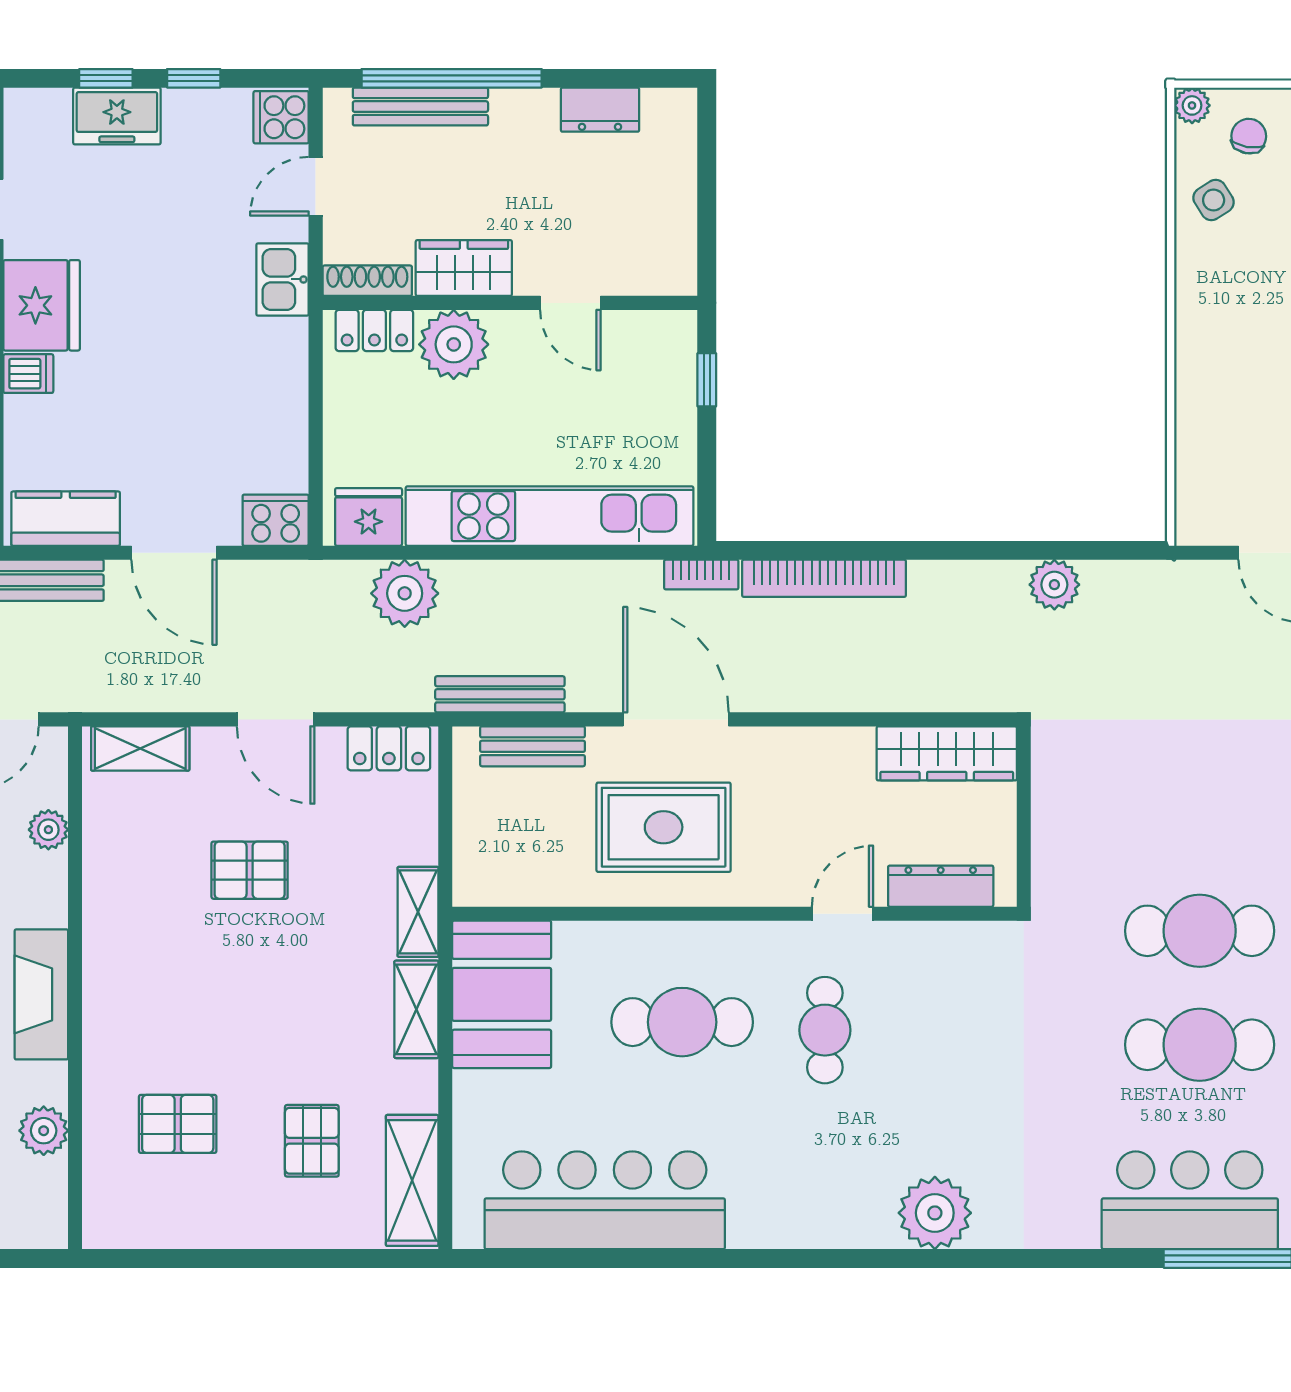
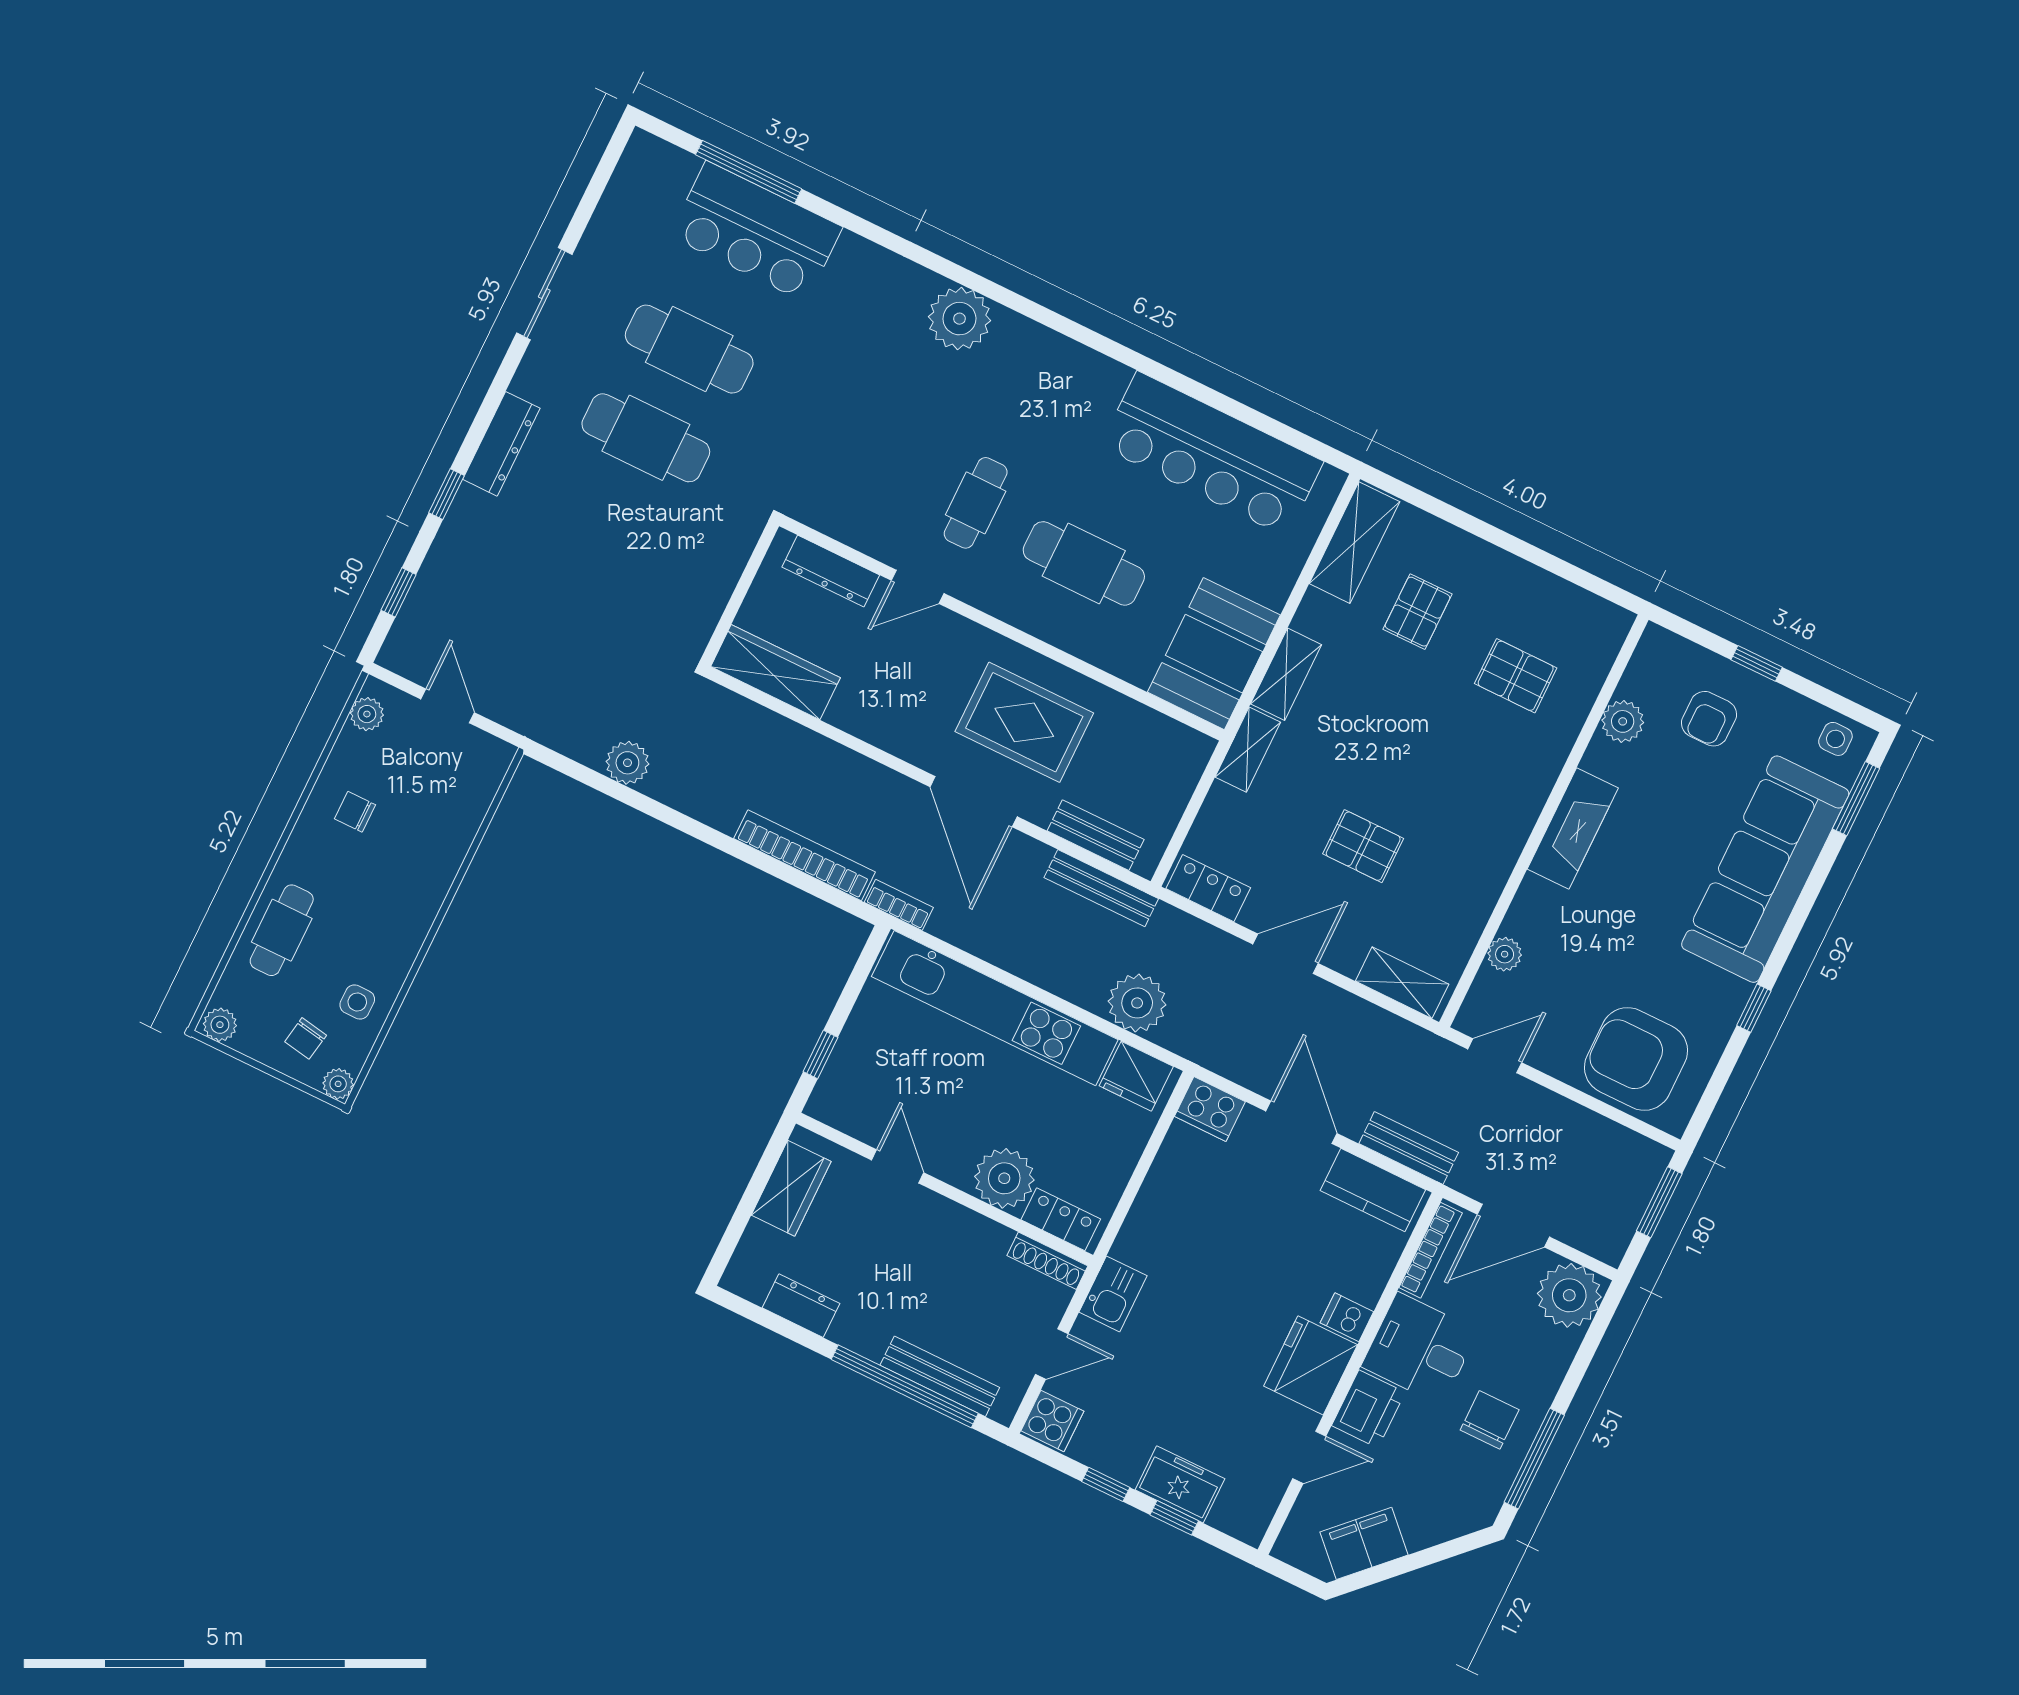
side table: (1214, 200) -> (357, 1002), turned 32
wardrobe: (464, 268) -> (791, 1188), moved, turned -90
door: (276, 719) -> (1285, 954), hinge flipped

